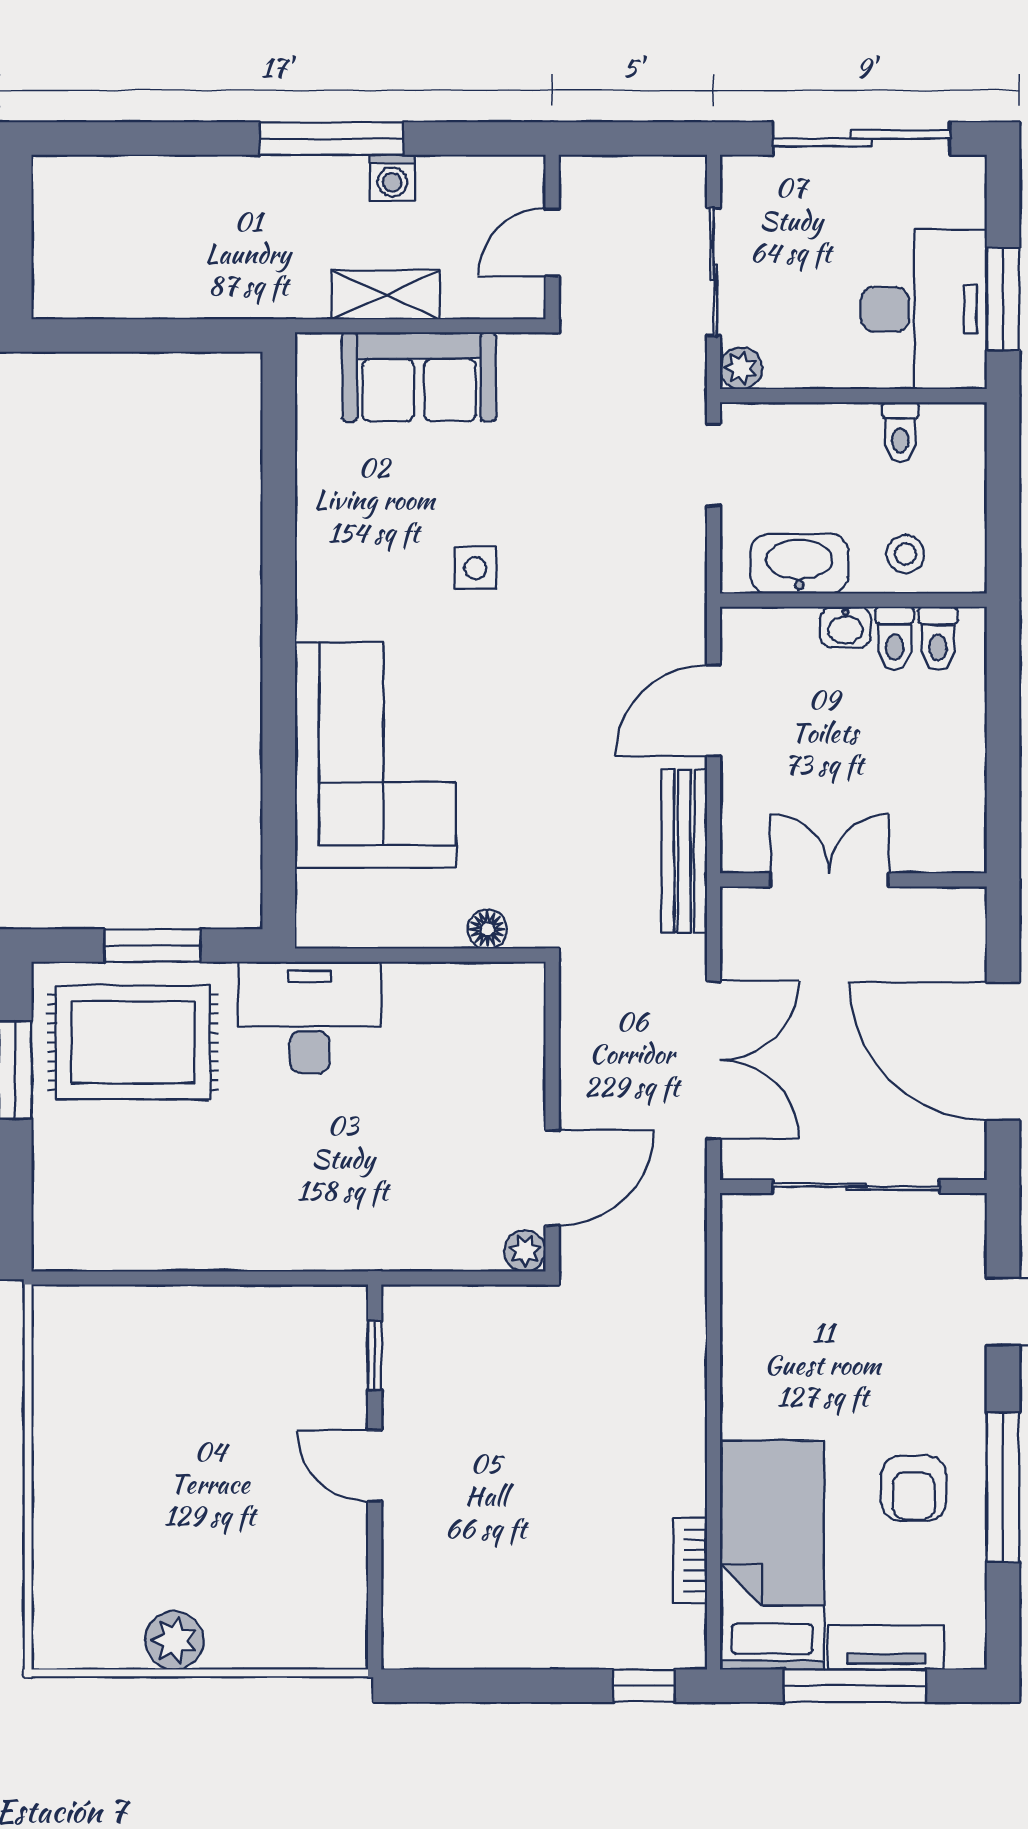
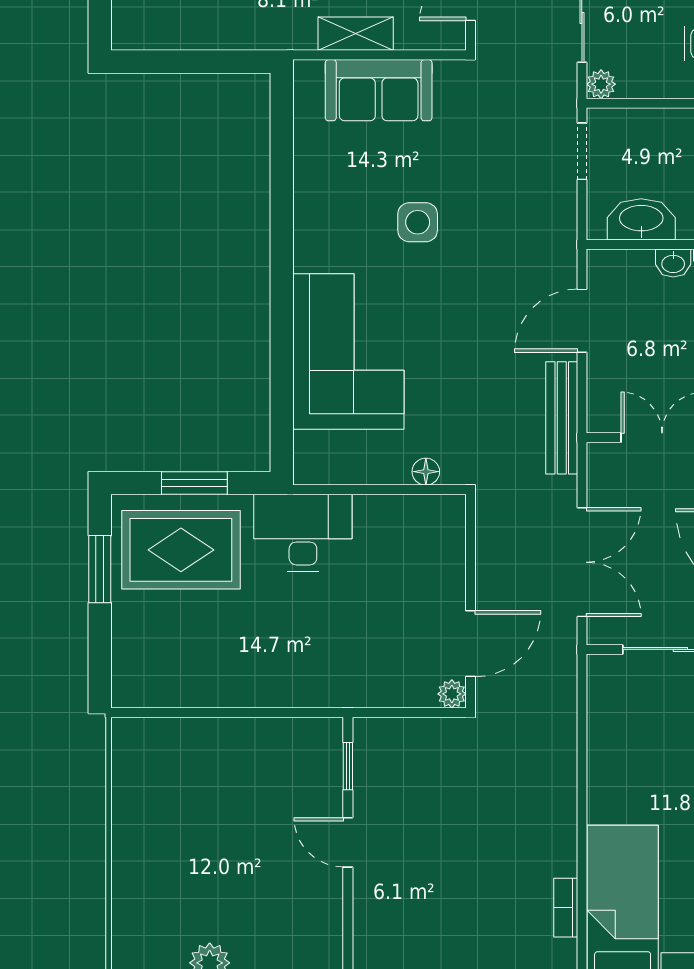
side table: (475, 568) -> (418, 222), width x1.37, depth x1.37

